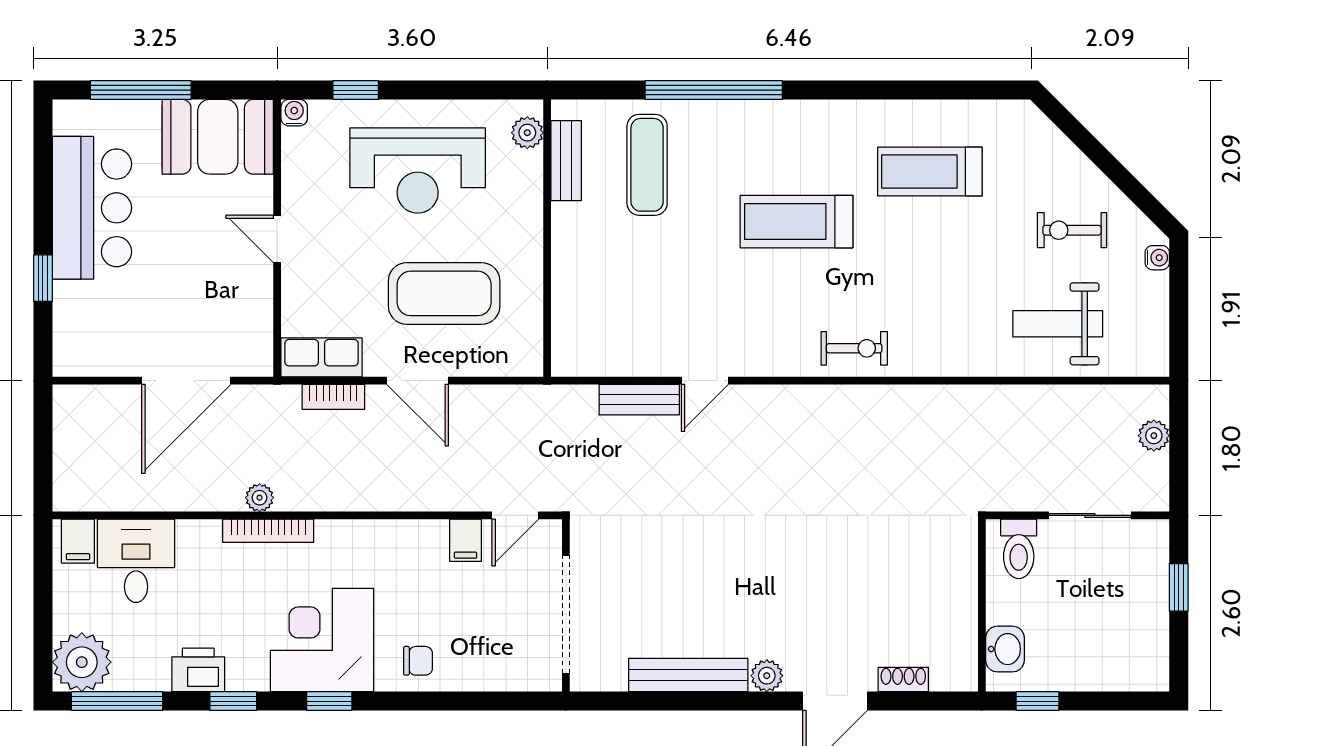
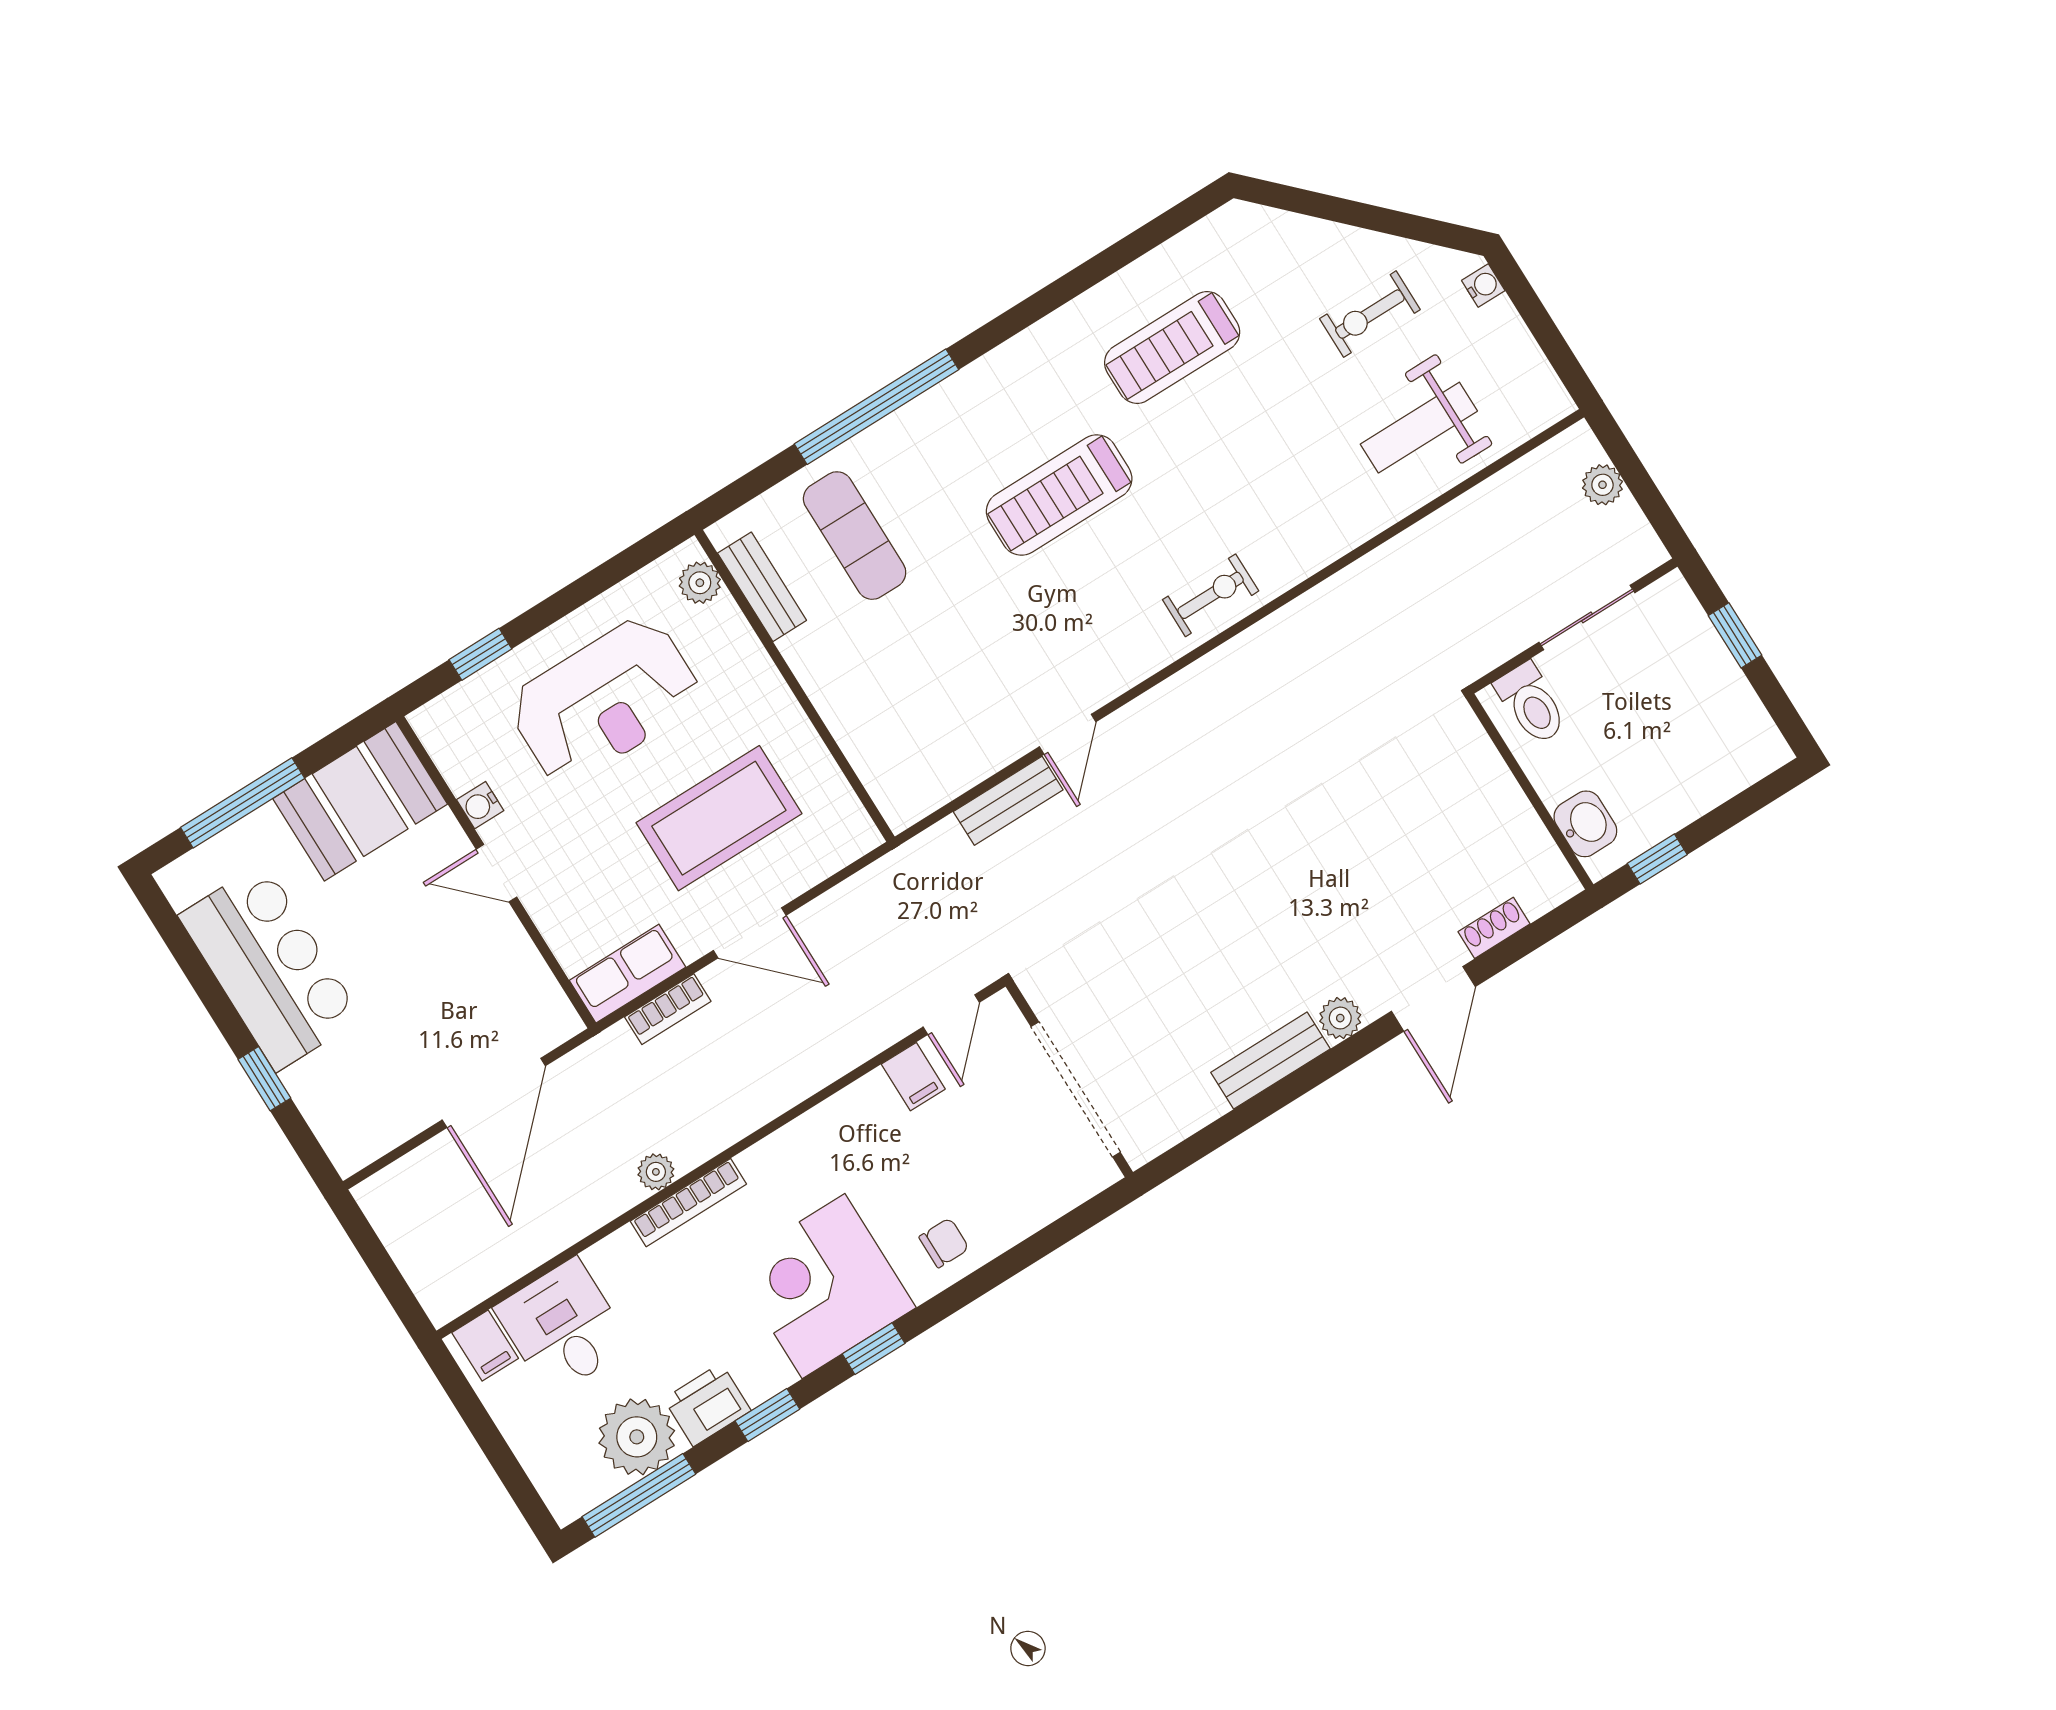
water cooler: (294, 113) -> (480, 805), moved, turned -90
plant: (82, 662) -> (637, 1437), moved
bench: (688, 675) -> (1270, 1061), width x0.73

